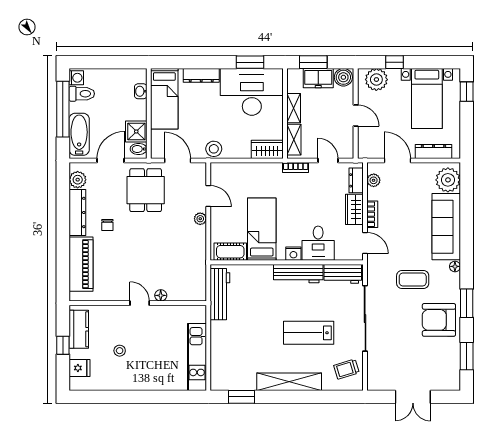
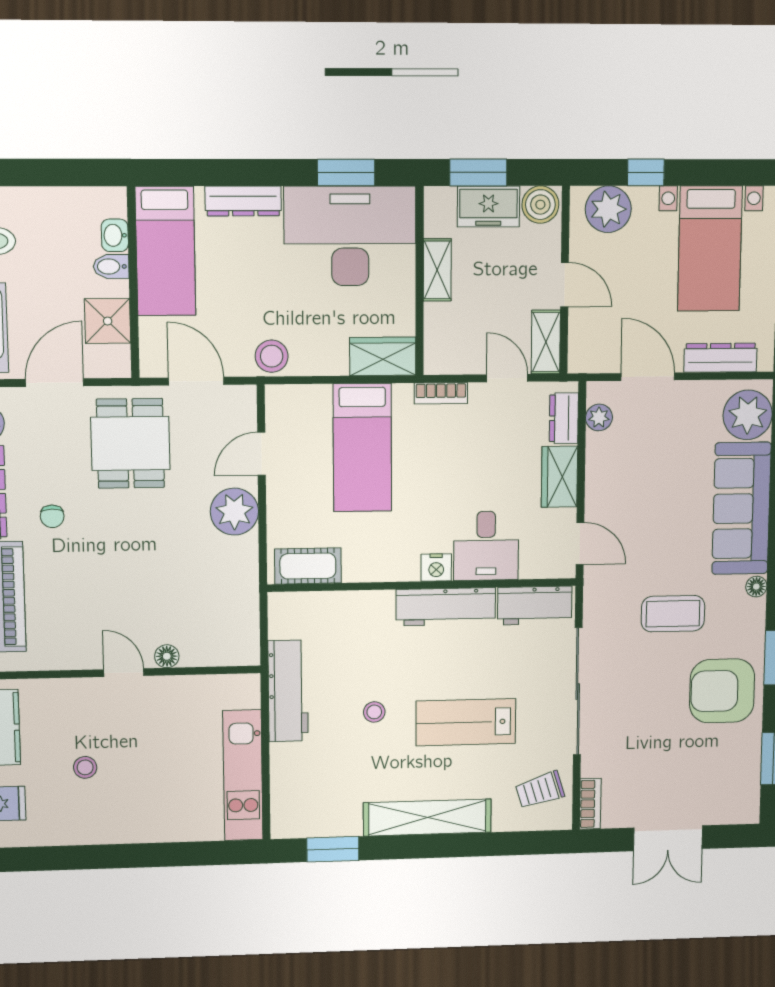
shelving: (294, 140) -> (546, 342), moved
bidet: (139, 149) -> (111, 266), moved
door: (208, 196) -> (261, 454), swing flipped
bookcase: (372, 214) -> (590, 804), moved
plant: (200, 219) -> (234, 512), width x1.88, depth x1.88
bed: (262, 229) -> (362, 448), moved, turned 180
workbench: (220, 294) -> (288, 691), moved
stool: (263, 326) -> (374, 712), added

